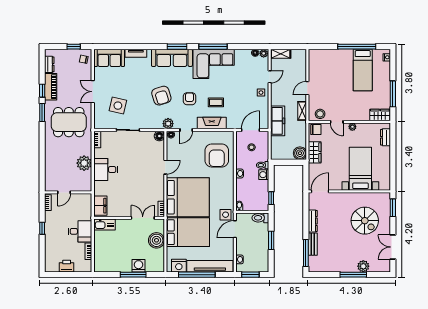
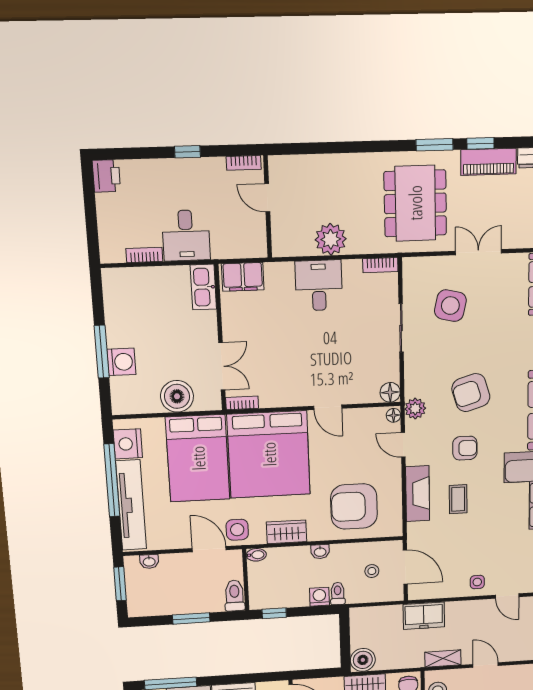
freezer: (278, 121) -> (424, 616), width x0.71
wardrobe: (228, 190) -> (286, 532), added
printer: (67, 266) -> (106, 176), moved

